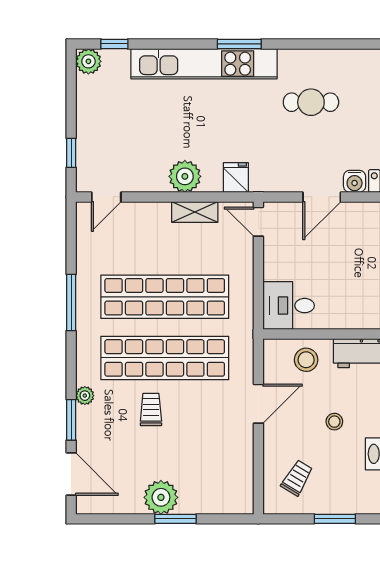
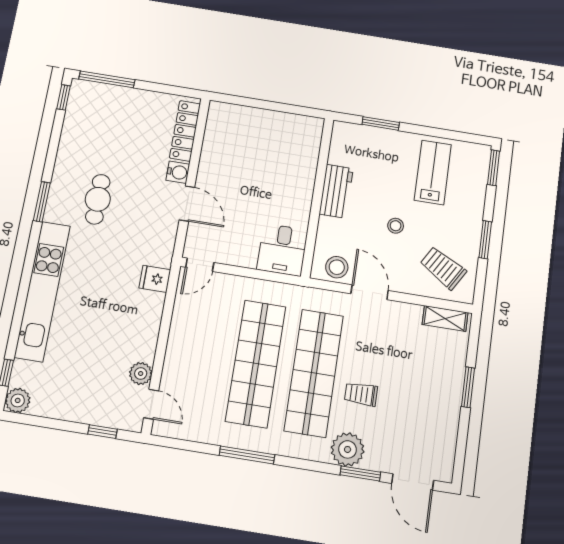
window: (239, 44) -> (42, 202), moved
plant: (185, 176) -> (141, 374), moved, width x0.73, depth x0.73
shelving: (195, 212) -> (445, 319), moved, turned 90
stool: (306, 360) -> (337, 267), moved
plant: (85, 396) -> (348, 449), width x1.87, depth x1.87
door: (71, 474) -> (413, 482), swing flipped
trolley: (297, 478) -> (443, 268), width x1.36, depth x1.39
plant: (161, 497) -> (446, 398), removed

